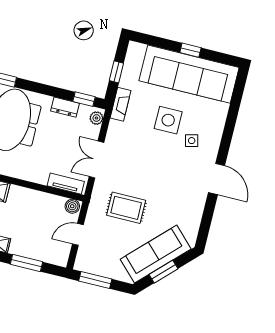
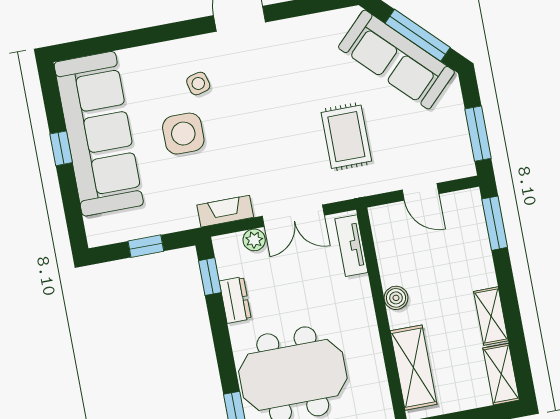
fireplace: (120, 104) -> (225, 211), moved
plant: (96, 118) -> (254, 240), moved
boiler: (72, 206) -> (396, 298), moved
window: (27, 263) -> (495, 223), moved
window: (164, 272) -> (418, 35), width x1.44

